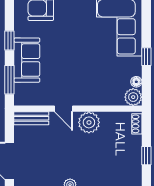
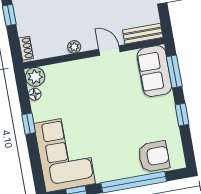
sofa: (27, 60) -> (154, 71), moved
plant: (89, 122) -> (74, 47), width x0.53, depth x0.53

